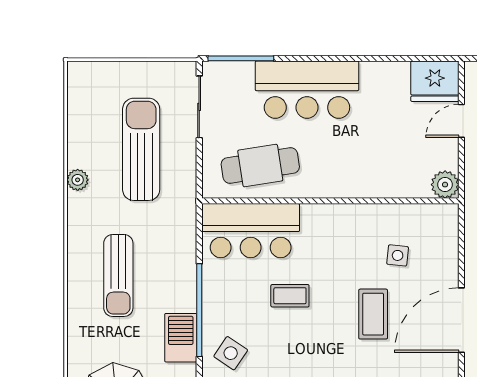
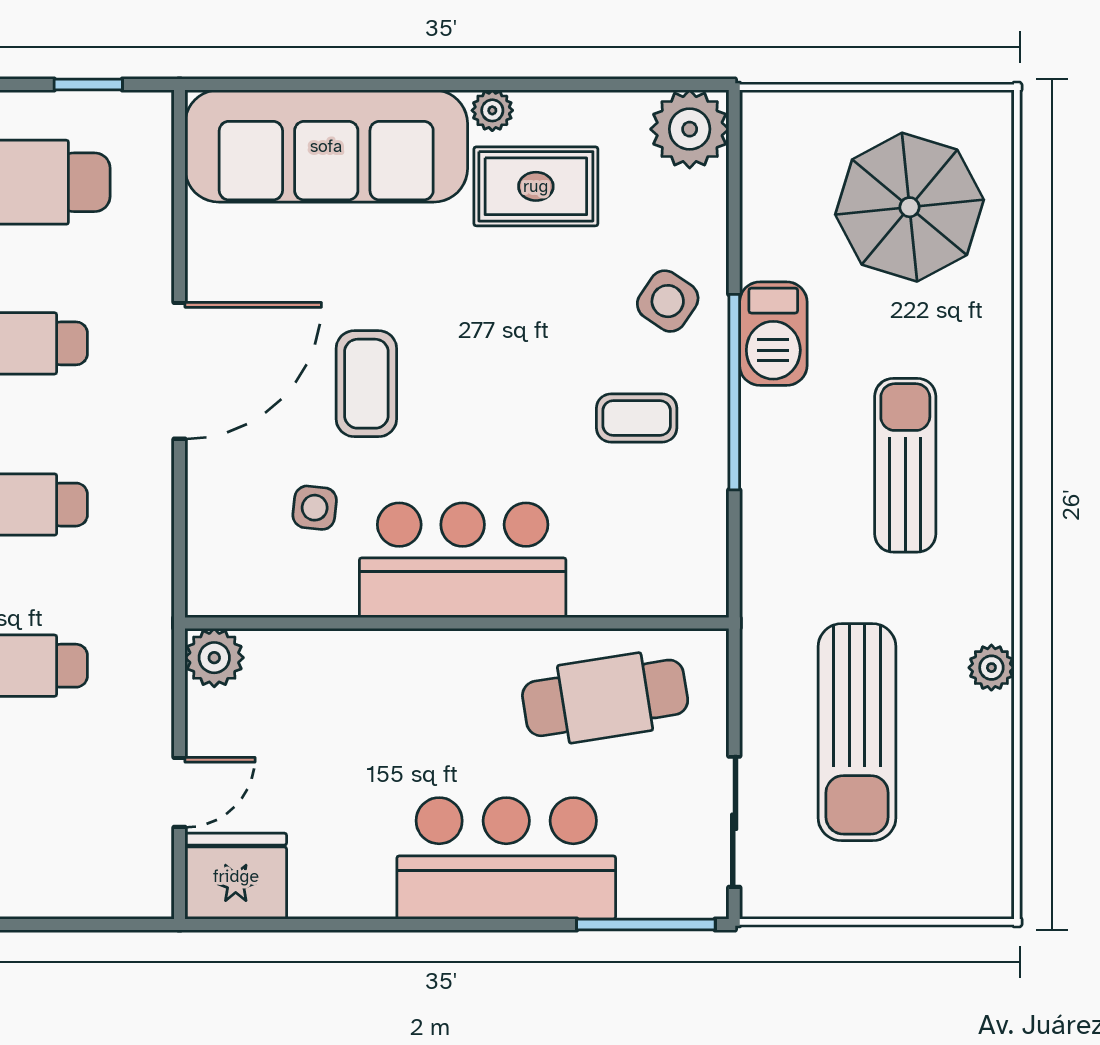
bar counter: (251, 231) -> (463, 560), moved
coffee table: (290, 296) -> (637, 418), moved

